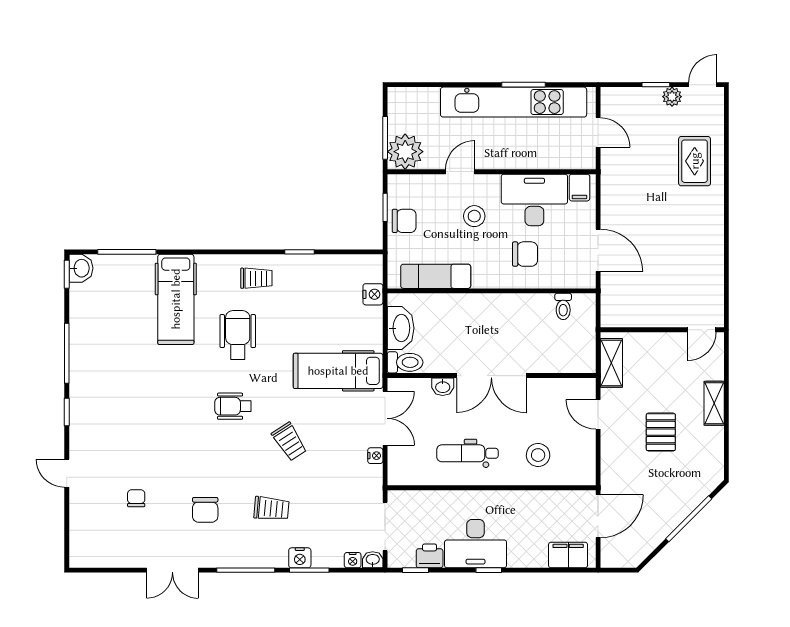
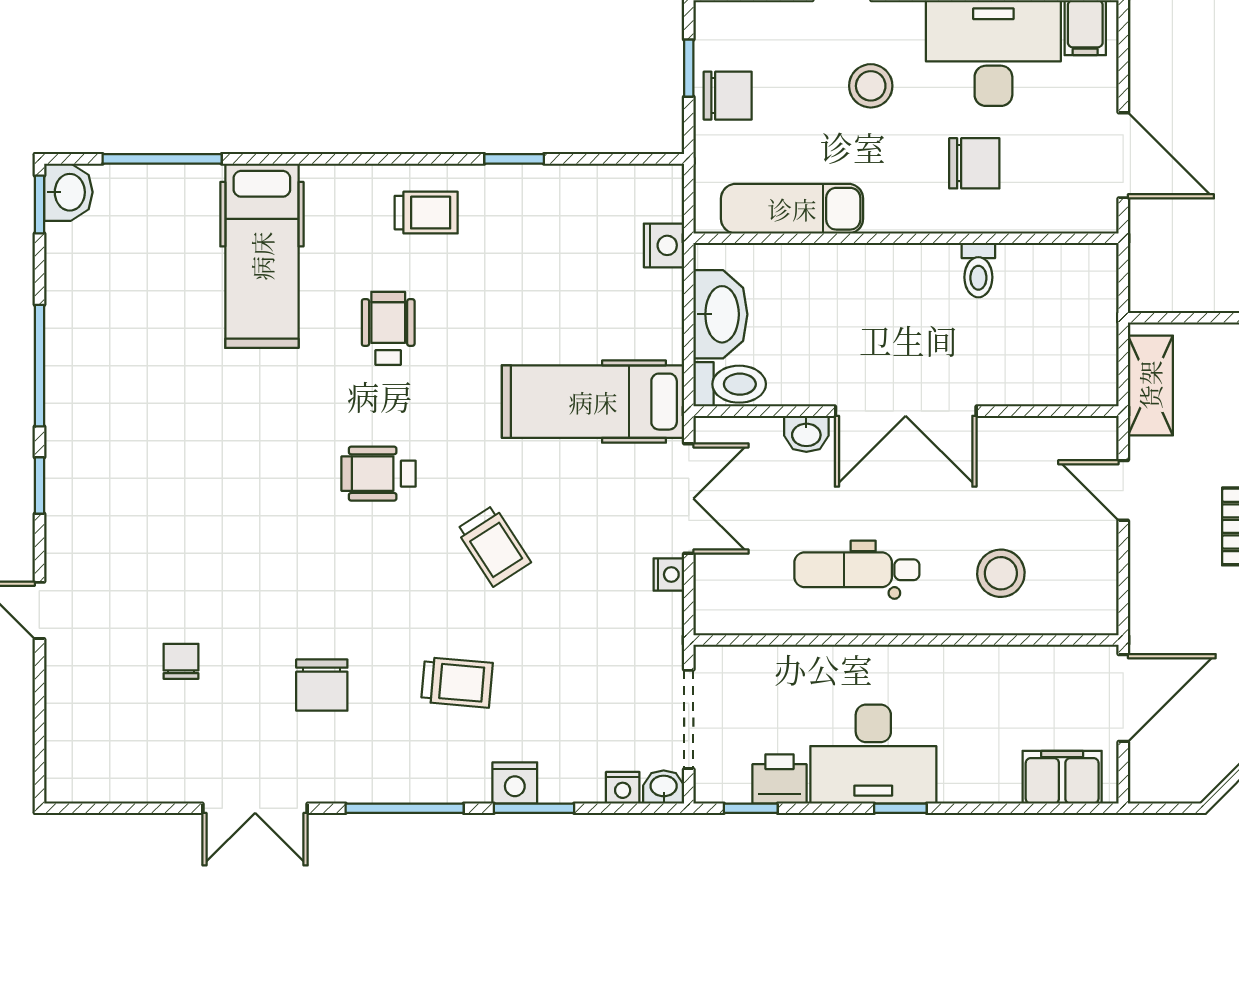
toilet: (563, 306) -> (978, 270), moved
wheelchair: (238, 335) -> (388, 328), width x0.73, depth x0.73

